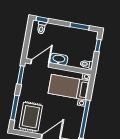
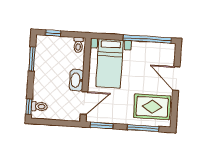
door: (40, 63) -> (84, 103), swing flipped

